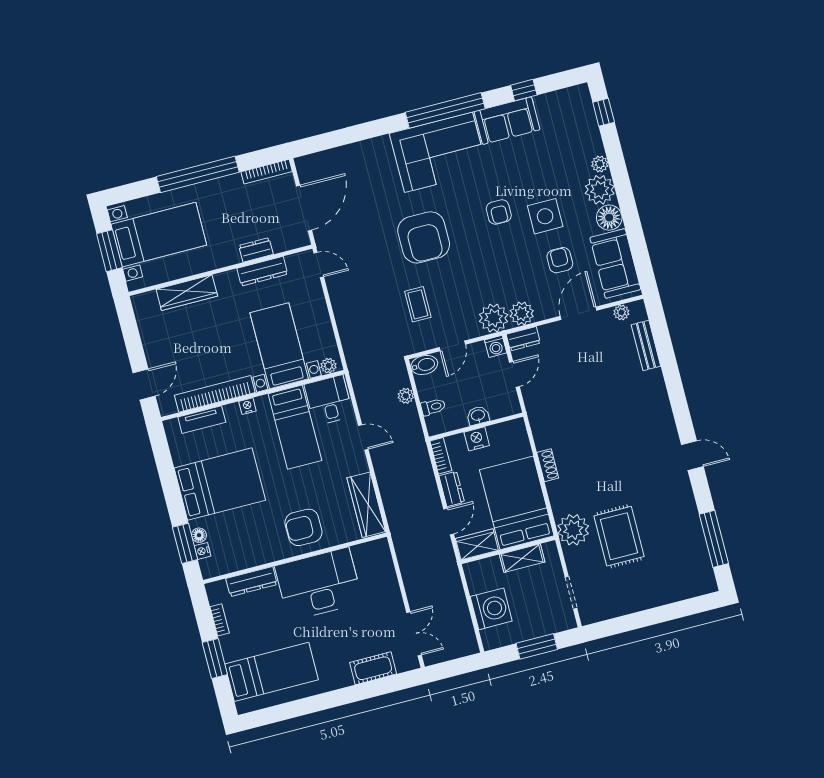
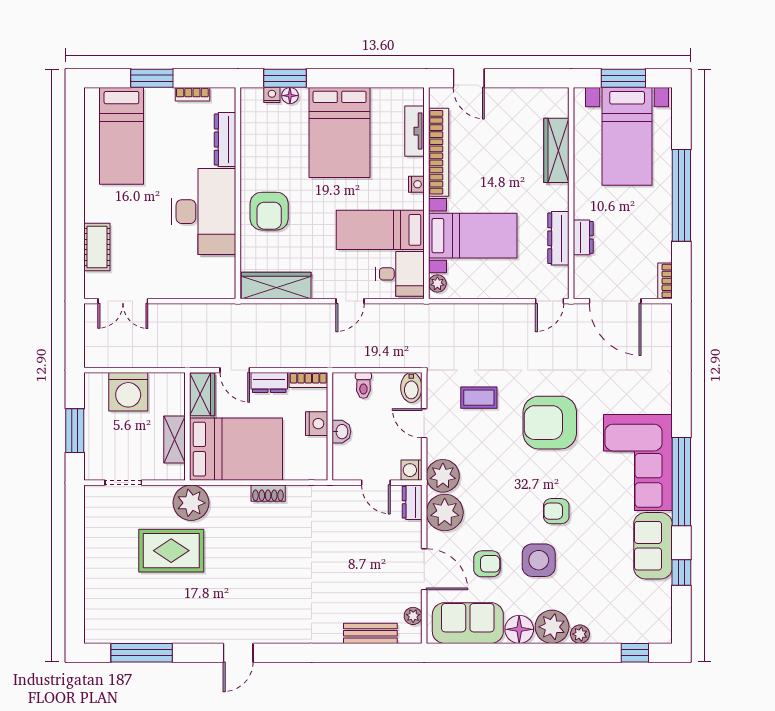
bookcase: (267, 172) -> (665, 281), width x0.64
plant: (522, 314) -> (445, 512), width x1.36, depth x1.36
plant: (406, 396) -> (383, 359), removed
armchair: (304, 527) -> (269, 211), turned 180

